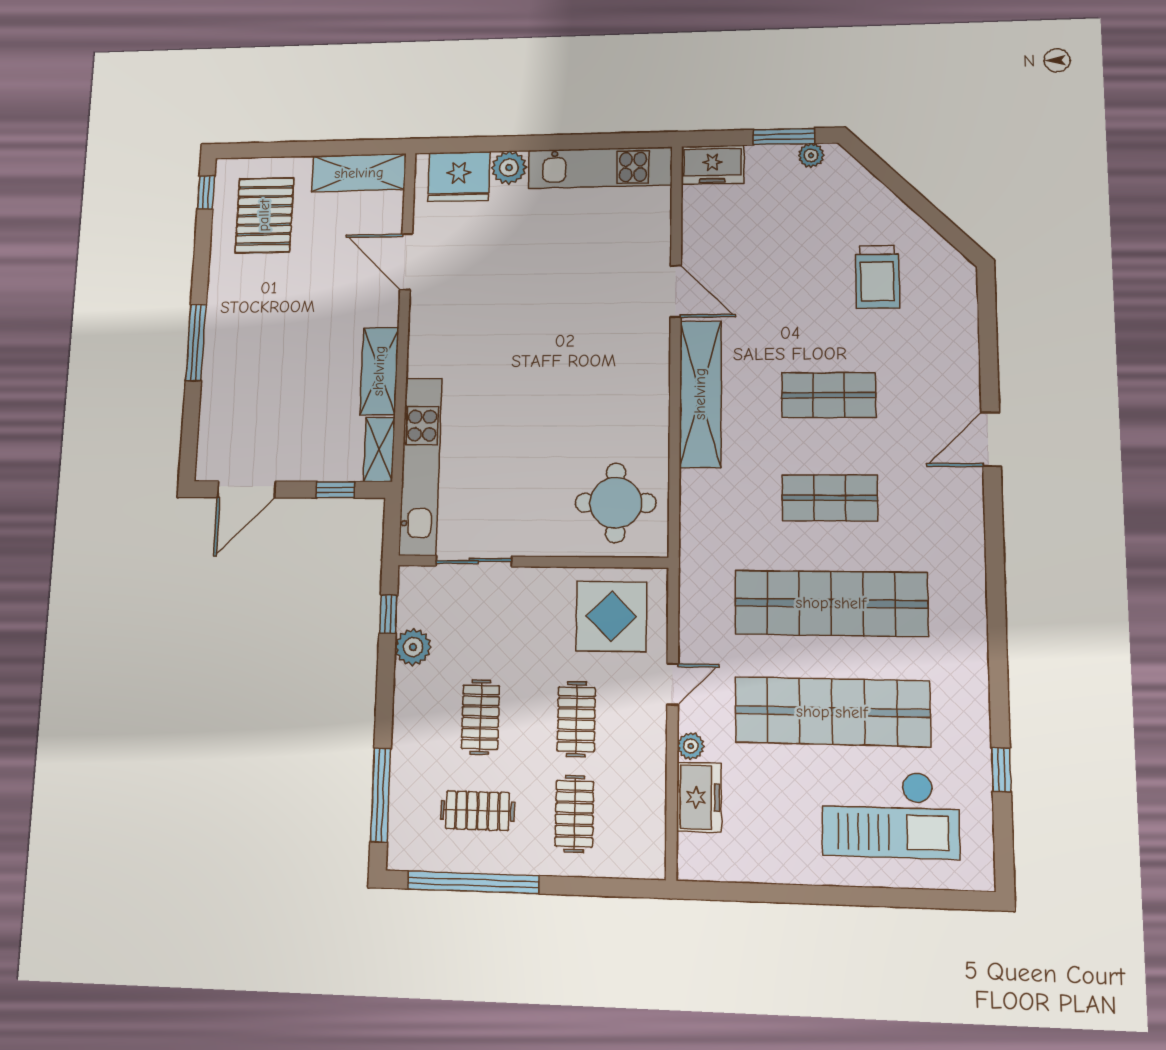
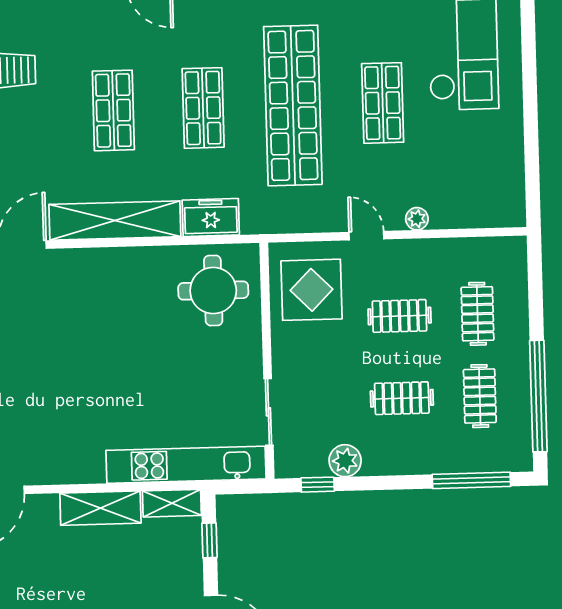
shop shelf: (832, 712) -> (383, 103), width x0.50, depth x0.74
freezer: (699, 797) -> (211, 217), moved
clothes rail: (574, 814) -> (478, 314), turned 90

